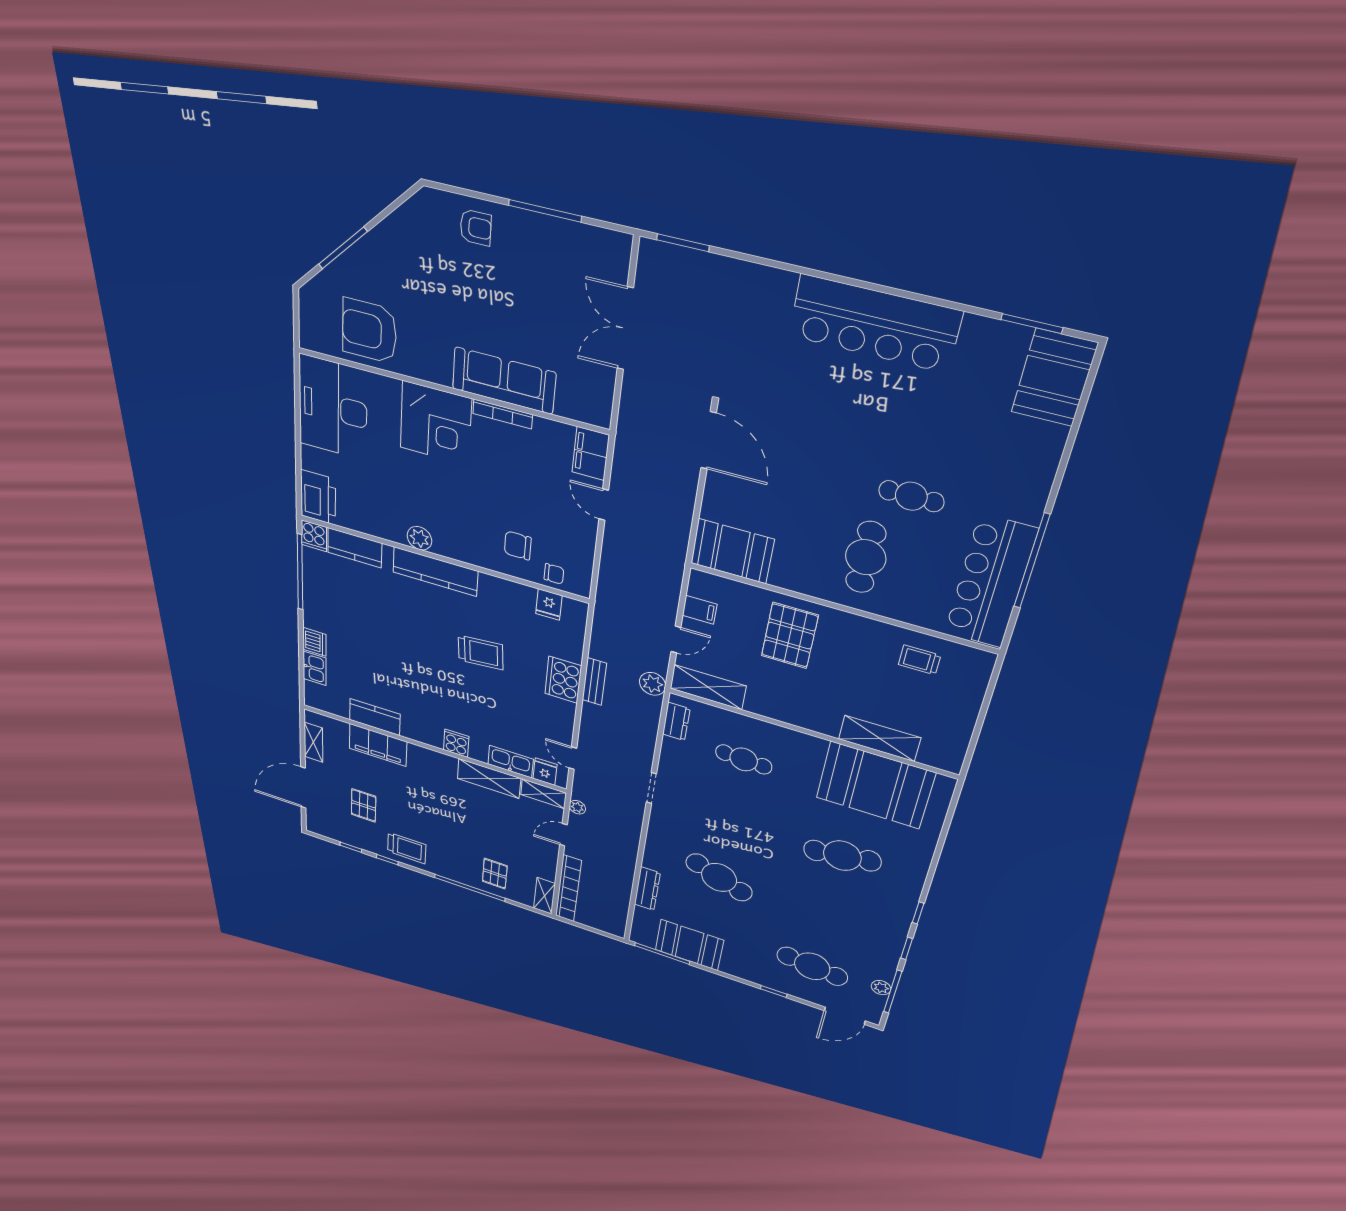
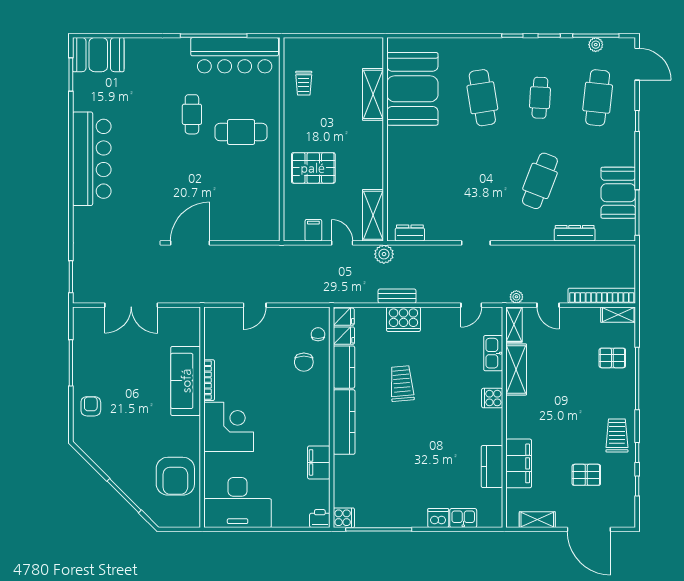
filing cabinet: (591, 454) -> (319, 462), moved, turned 90
printer: (318, 497) -> (320, 519), width x0.53, depth x0.68
plant: (419, 538) -> (321, 435), removed
kitchen counter: (355, 548) -> (344, 367), moved
booth: (732, 551) -> (263, 216), removed
cafe table: (744, 759) -> (540, 98), moved
fridge: (545, 772) -> (344, 317), moved, turned 180

